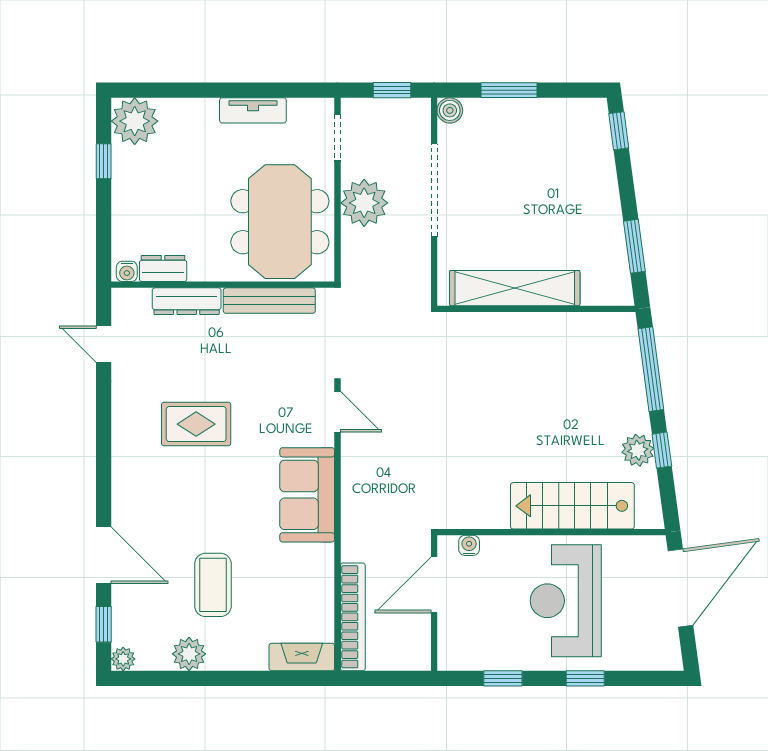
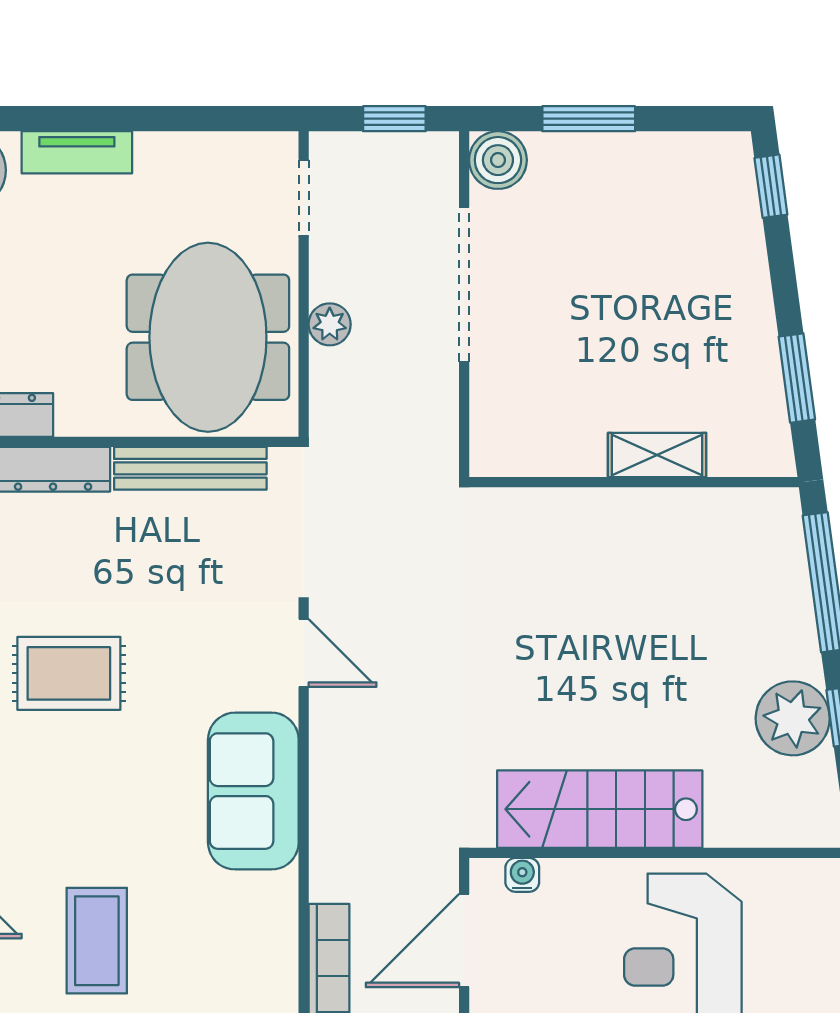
tv unit: (253, 110) -> (77, 152), moved
boiler: (450, 110) -> (498, 160), width x1.36, depth x1.36
plant: (364, 203) -> (330, 324), width x0.53, depth x0.53
shelving: (515, 288) -> (657, 455), width x0.45, depth x0.75
plant: (638, 450) -> (793, 718), width x1.36, depth x1.36
stairs: (572, 506) -> (600, 809), moved

